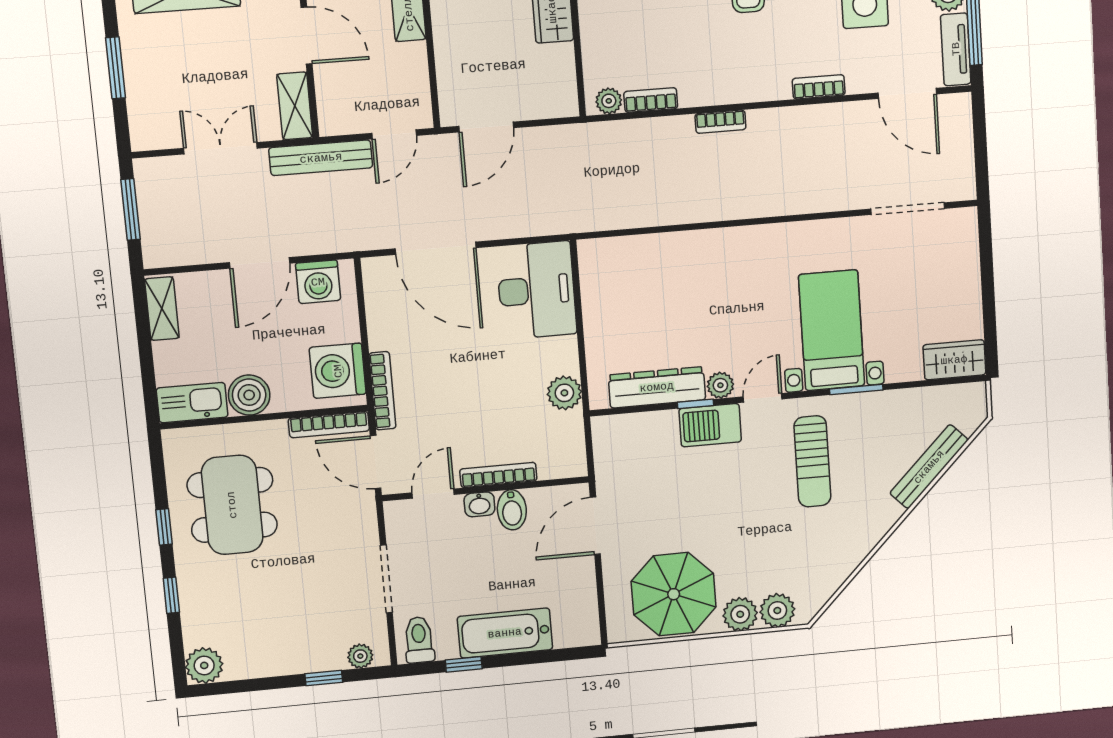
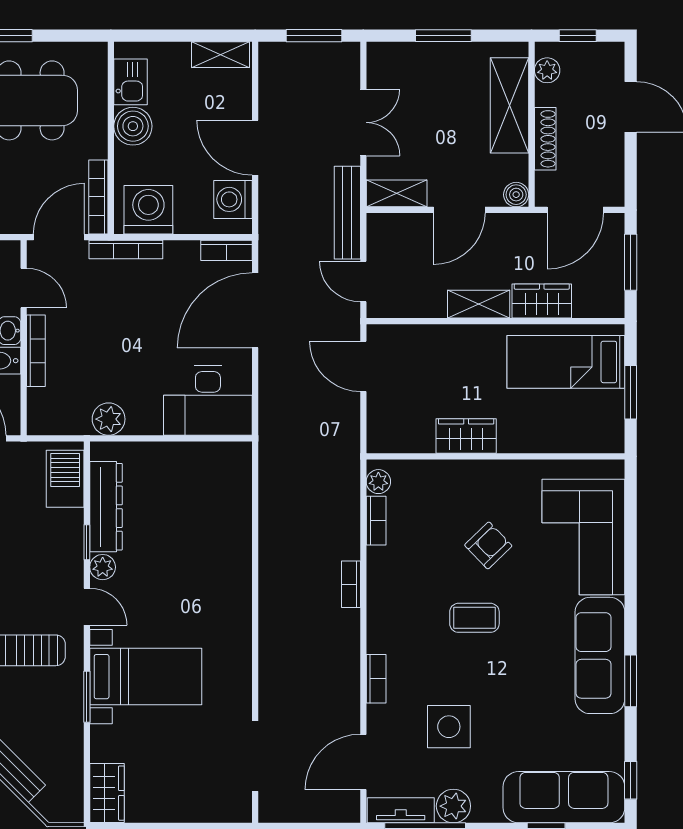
bookcase: (374, 284) -> (227, 250), added
kitchen sink: (192, 403) -> (131, 82), width x0.73
barbecue: (710, 425) -> (65, 479), moved

